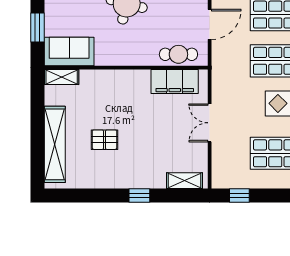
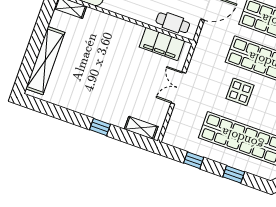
pallet: (104, 140) -> (87, 71), removed
window: (239, 195) -> (194, 160), moved

